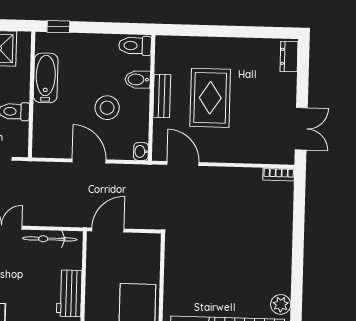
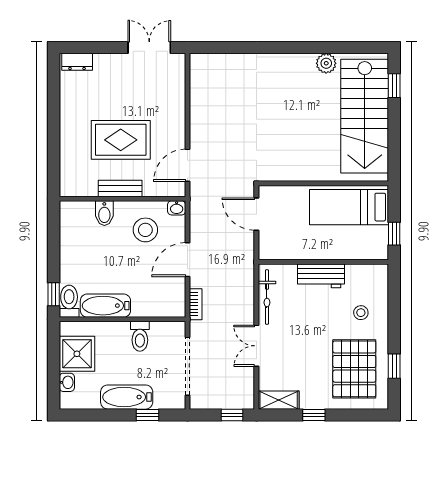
toilet: (135, 46) -> (69, 301), moved, turned 180
stool: (107, 108) -> (145, 230), moved
bookcase: (279, 174) -> (196, 304), moved
door: (108, 230) -> (256, 214), moved

